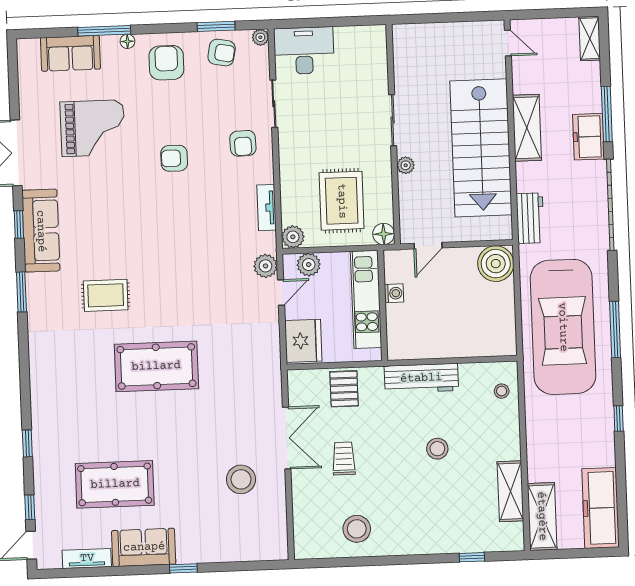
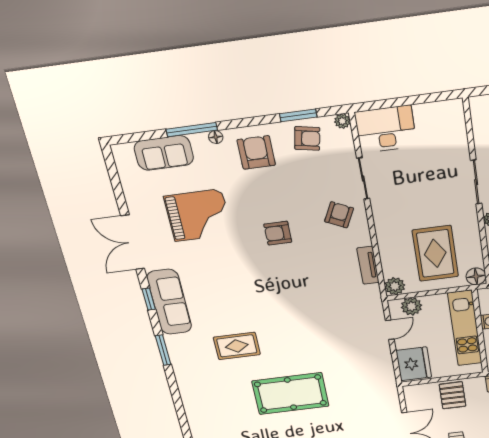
armchair: (243, 143) -> (339, 215), turned -152
plant: (266, 266) -> (373, 311), removed

